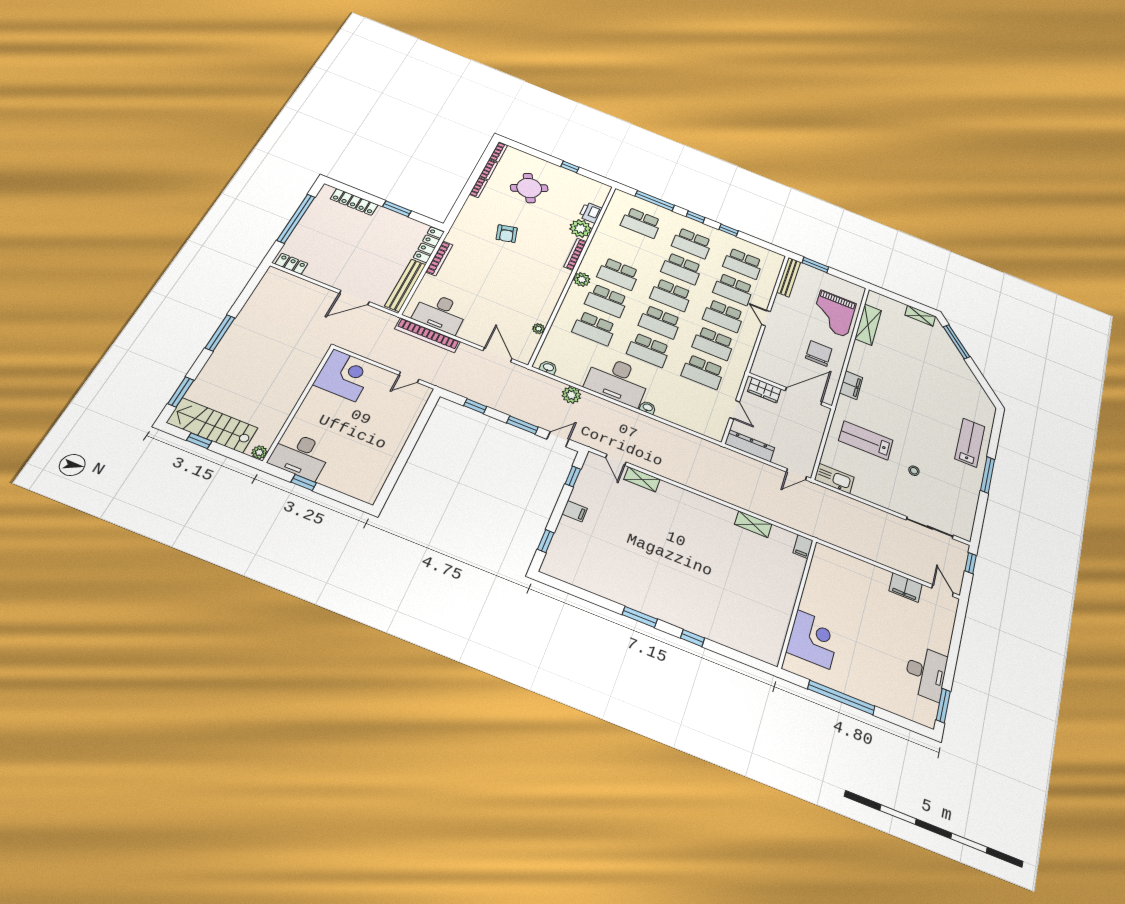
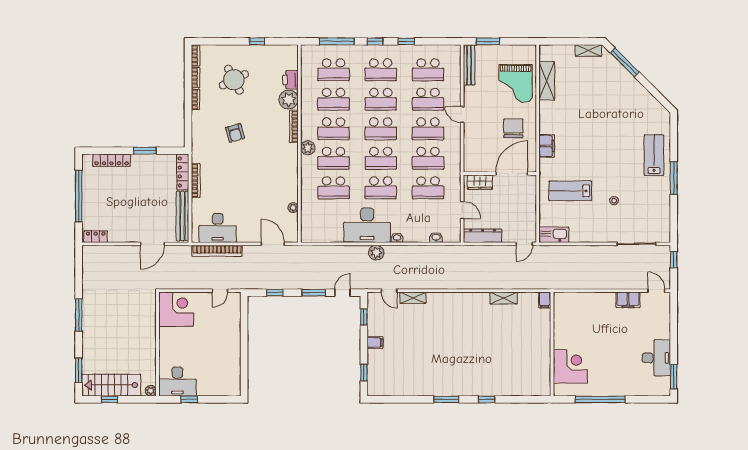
school desk: (630, 248) -> (334, 99), added
washbasin: (548, 367) -> (436, 237), moved
plant: (571, 395) -> (376, 253), moved

